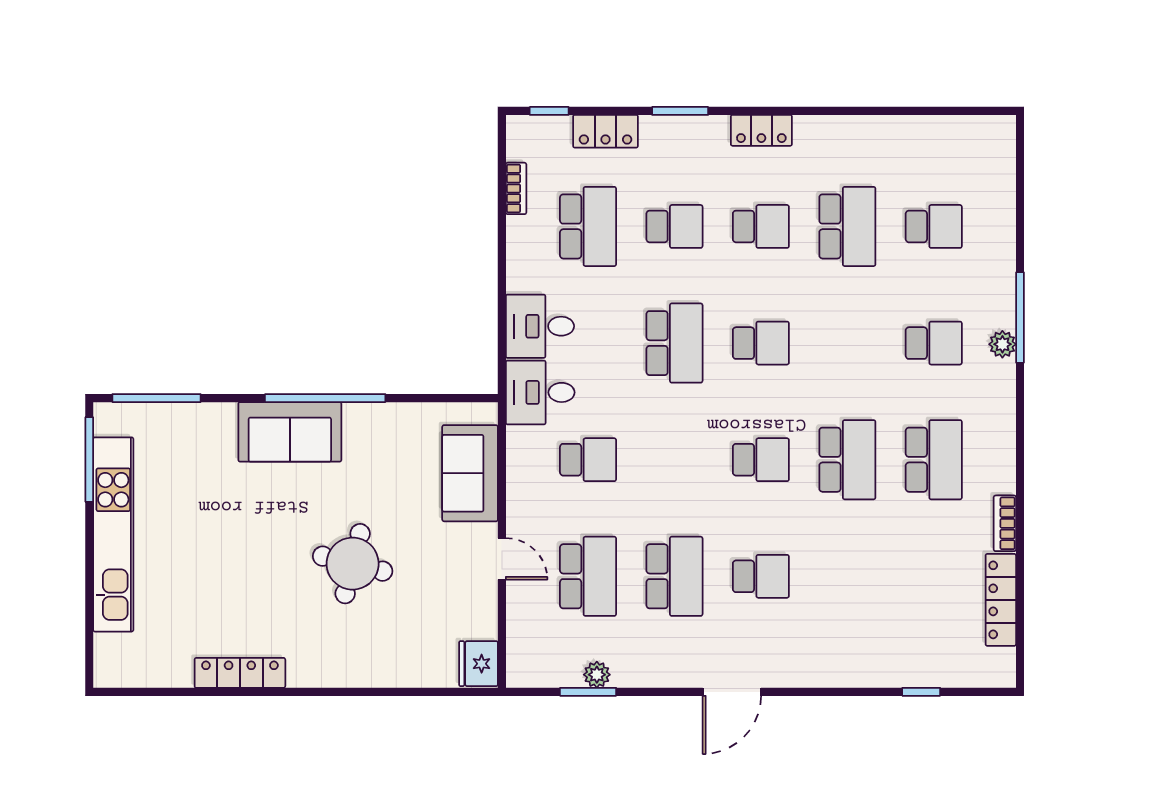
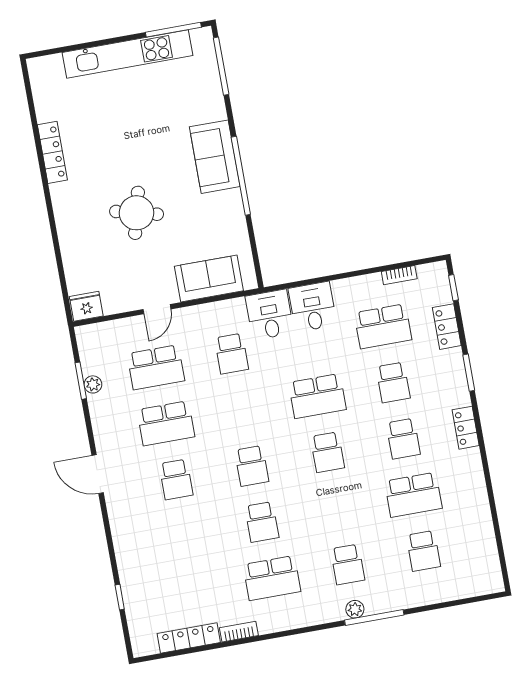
school desk: (847, 460) -> (262, 522), width x0.54

